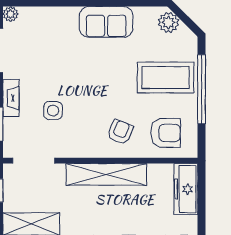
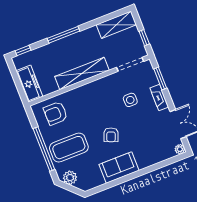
plant: (169, 22) -> (70, 178), moved
armchair: (120, 132) -> (111, 135), moved

